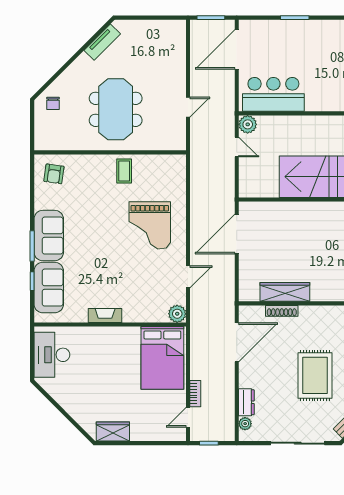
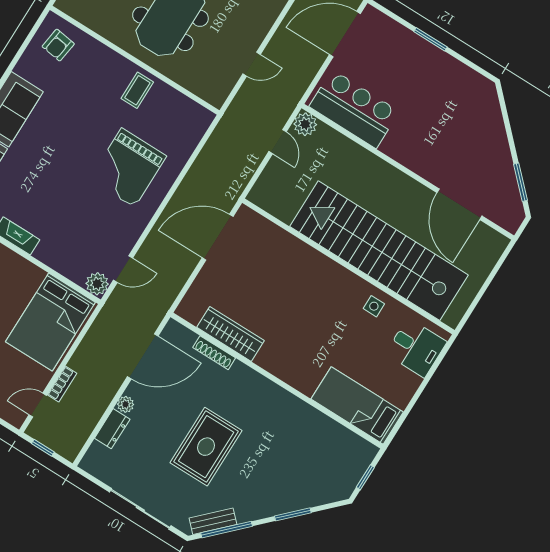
door: (188, 277) -> (123, 269), moved
plant: (245, 424) -> (126, 404), moved

